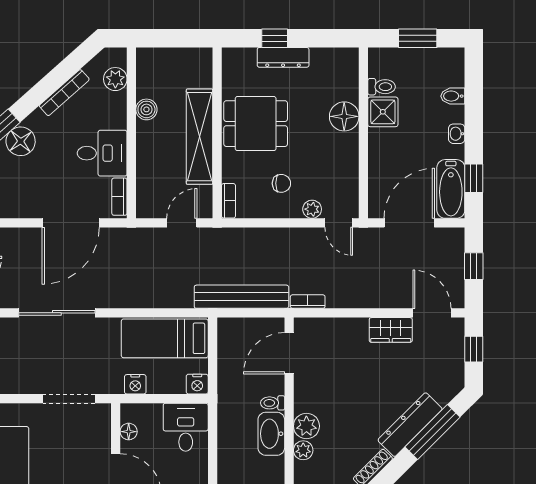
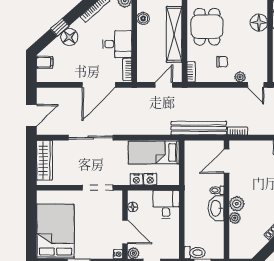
dining table: (256, 124) -> (207, 27), turned 90
nightstand: (197, 384) -> (150, 179), moved

